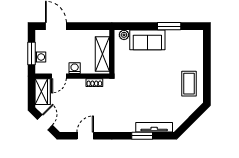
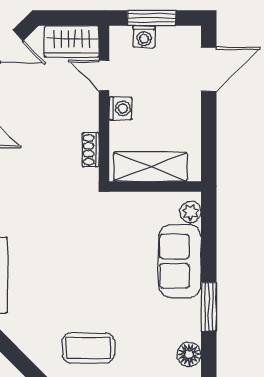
floor lamp: (192, 36) -> (189, 354), added

